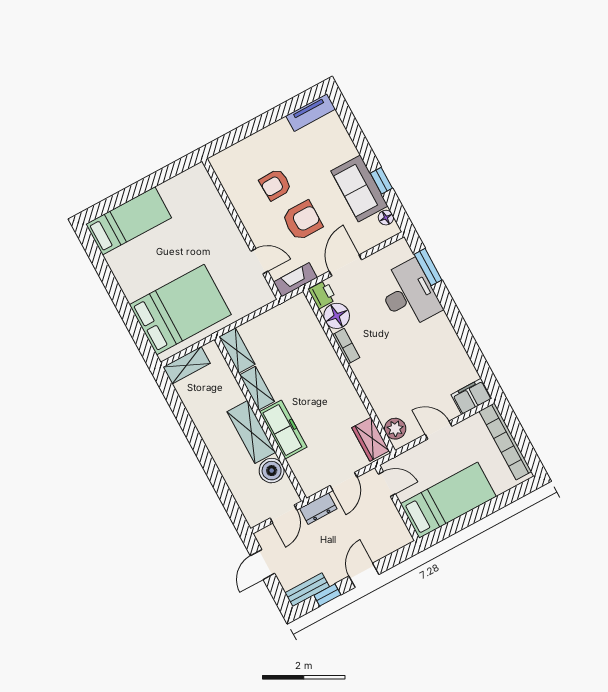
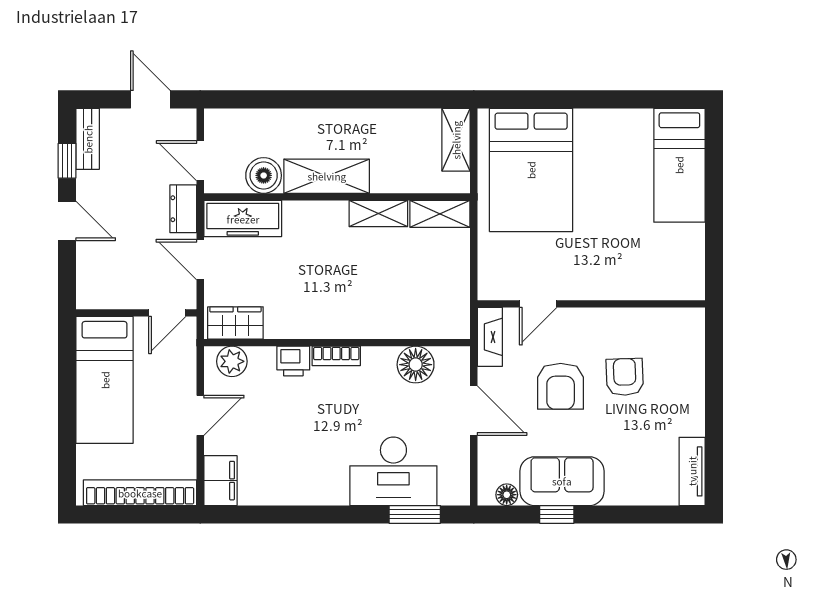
printer: (322, 294) -> (293, 361), moved
bookcase: (346, 346) -> (336, 356), moved
freezer: (283, 429) -> (243, 219), moved

